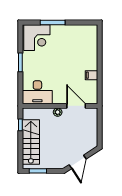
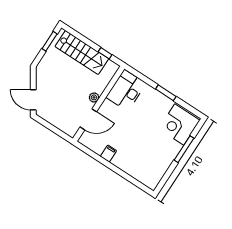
door: (78, 162) -> (33, 100), moved

